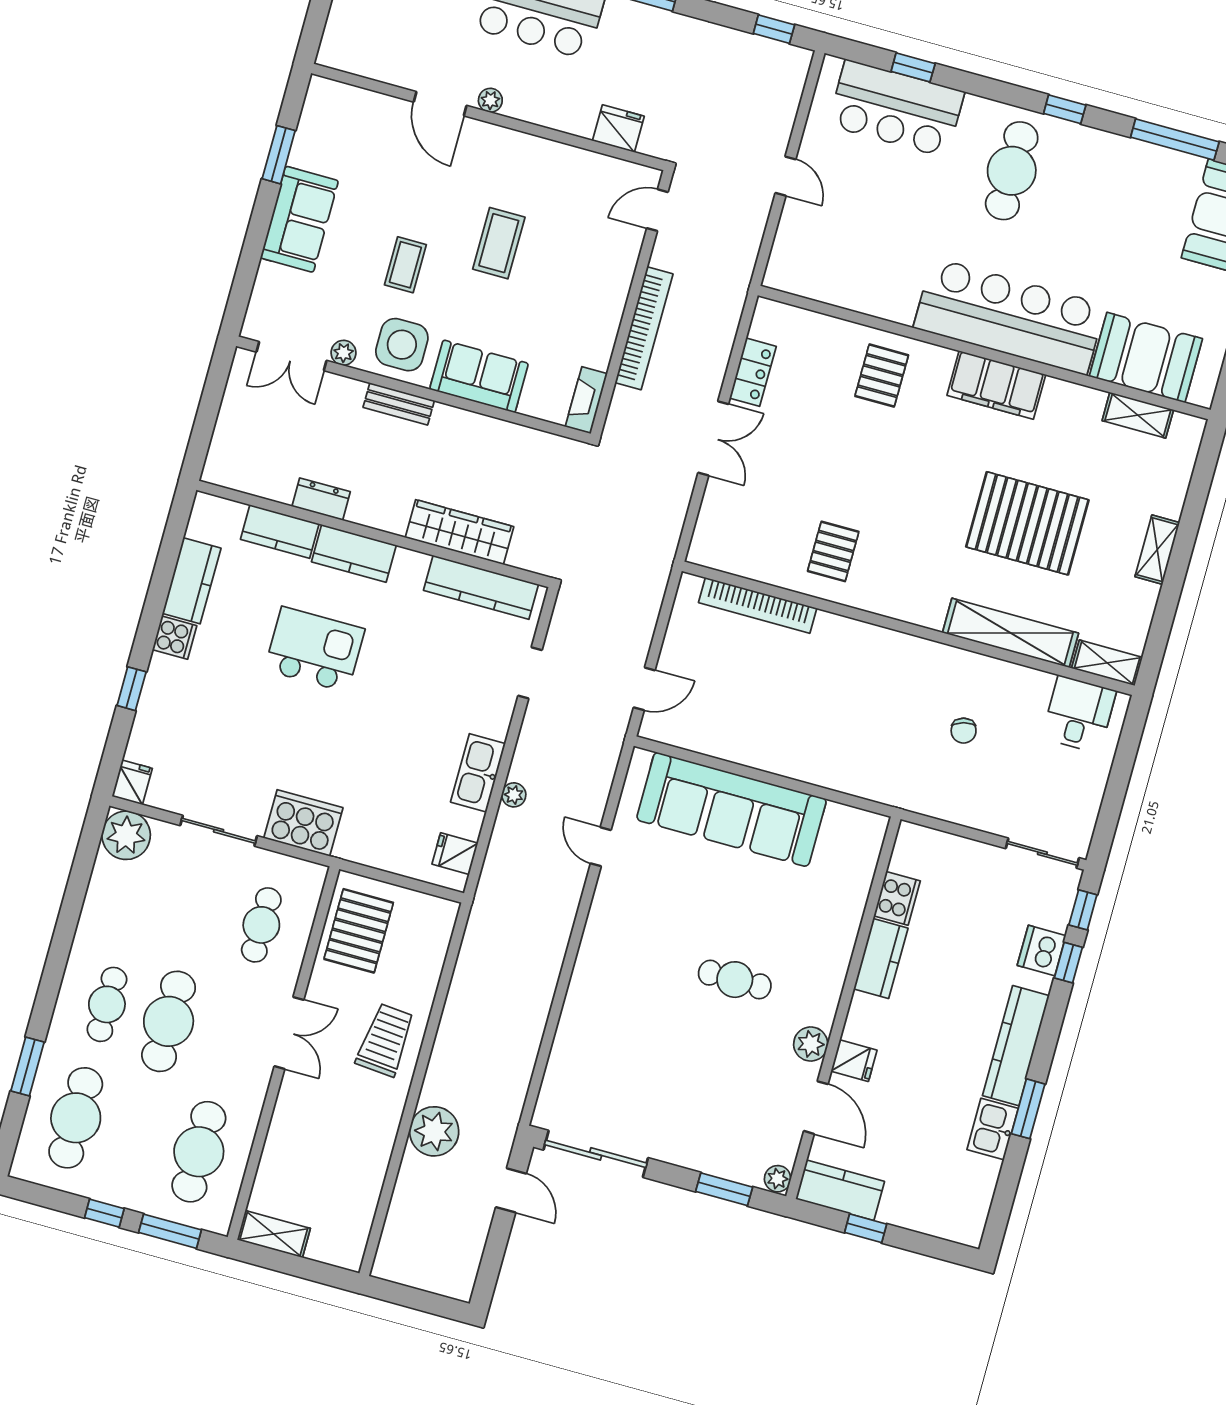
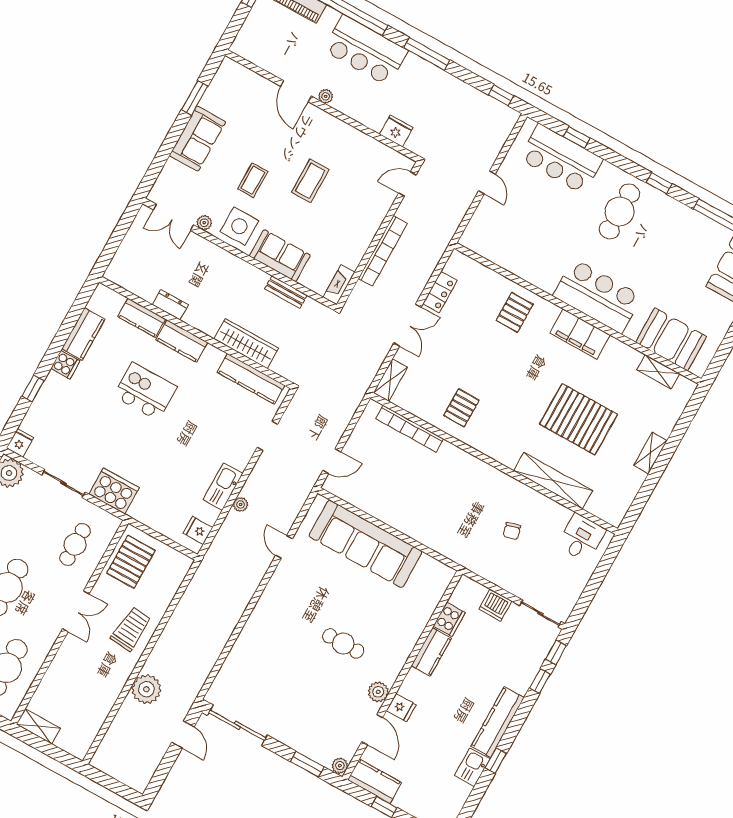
bar counter: (1009, 316) -> (597, 296), width x0.73
bench: (399, 404) -> (286, 292), moved
shelving: (1107, 663) -> (390, 380), moved, turned 90
dishwasher: (1042, 950) -> (495, 605), moved, turned -90
window: (1028, 1109) -> (496, 761), width x0.67

